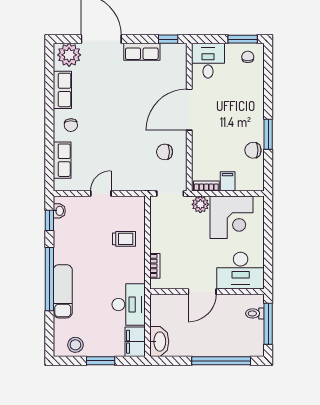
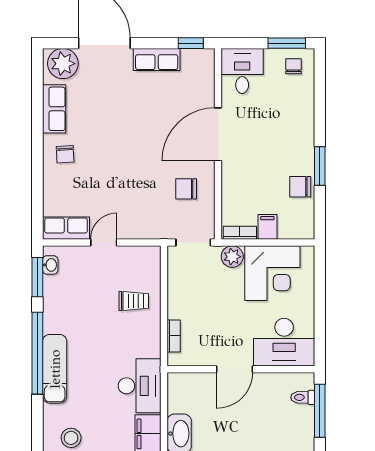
row of seats: (62, 160) -> (66, 228), moved, turned -90
window: (49, 220) -> (37, 277), width x1.50

